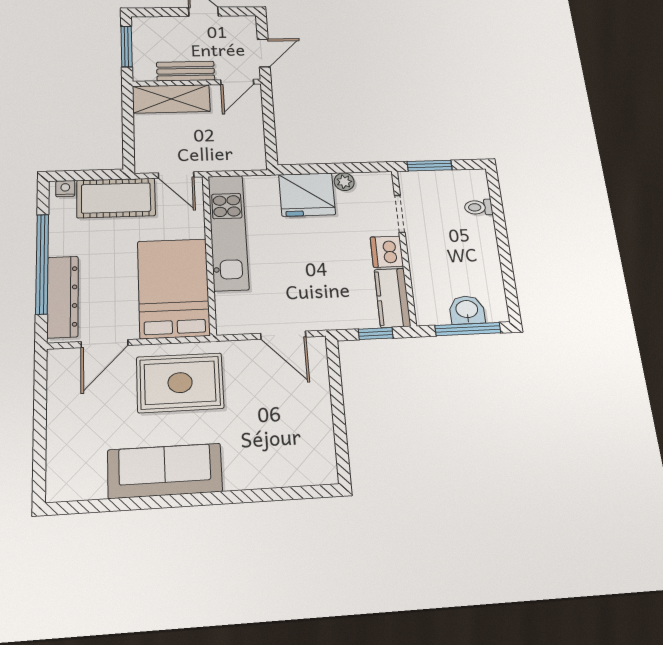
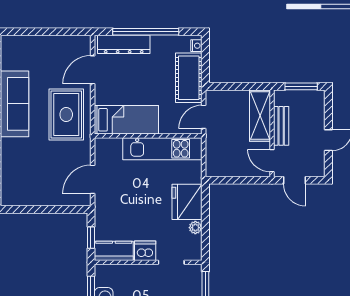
bed: (174, 288) -> (126, 120), width x0.67
door: (105, 344) -> (93, 70), hinge flipped

